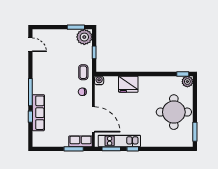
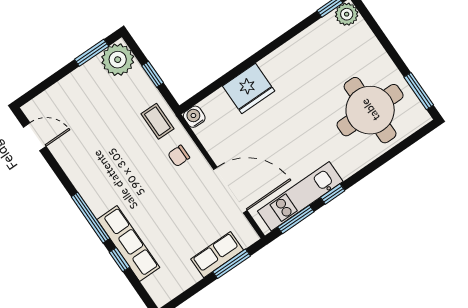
round table: (174, 112) -> (370, 110), moved
row of seats: (81, 141) -> (217, 255), moved

